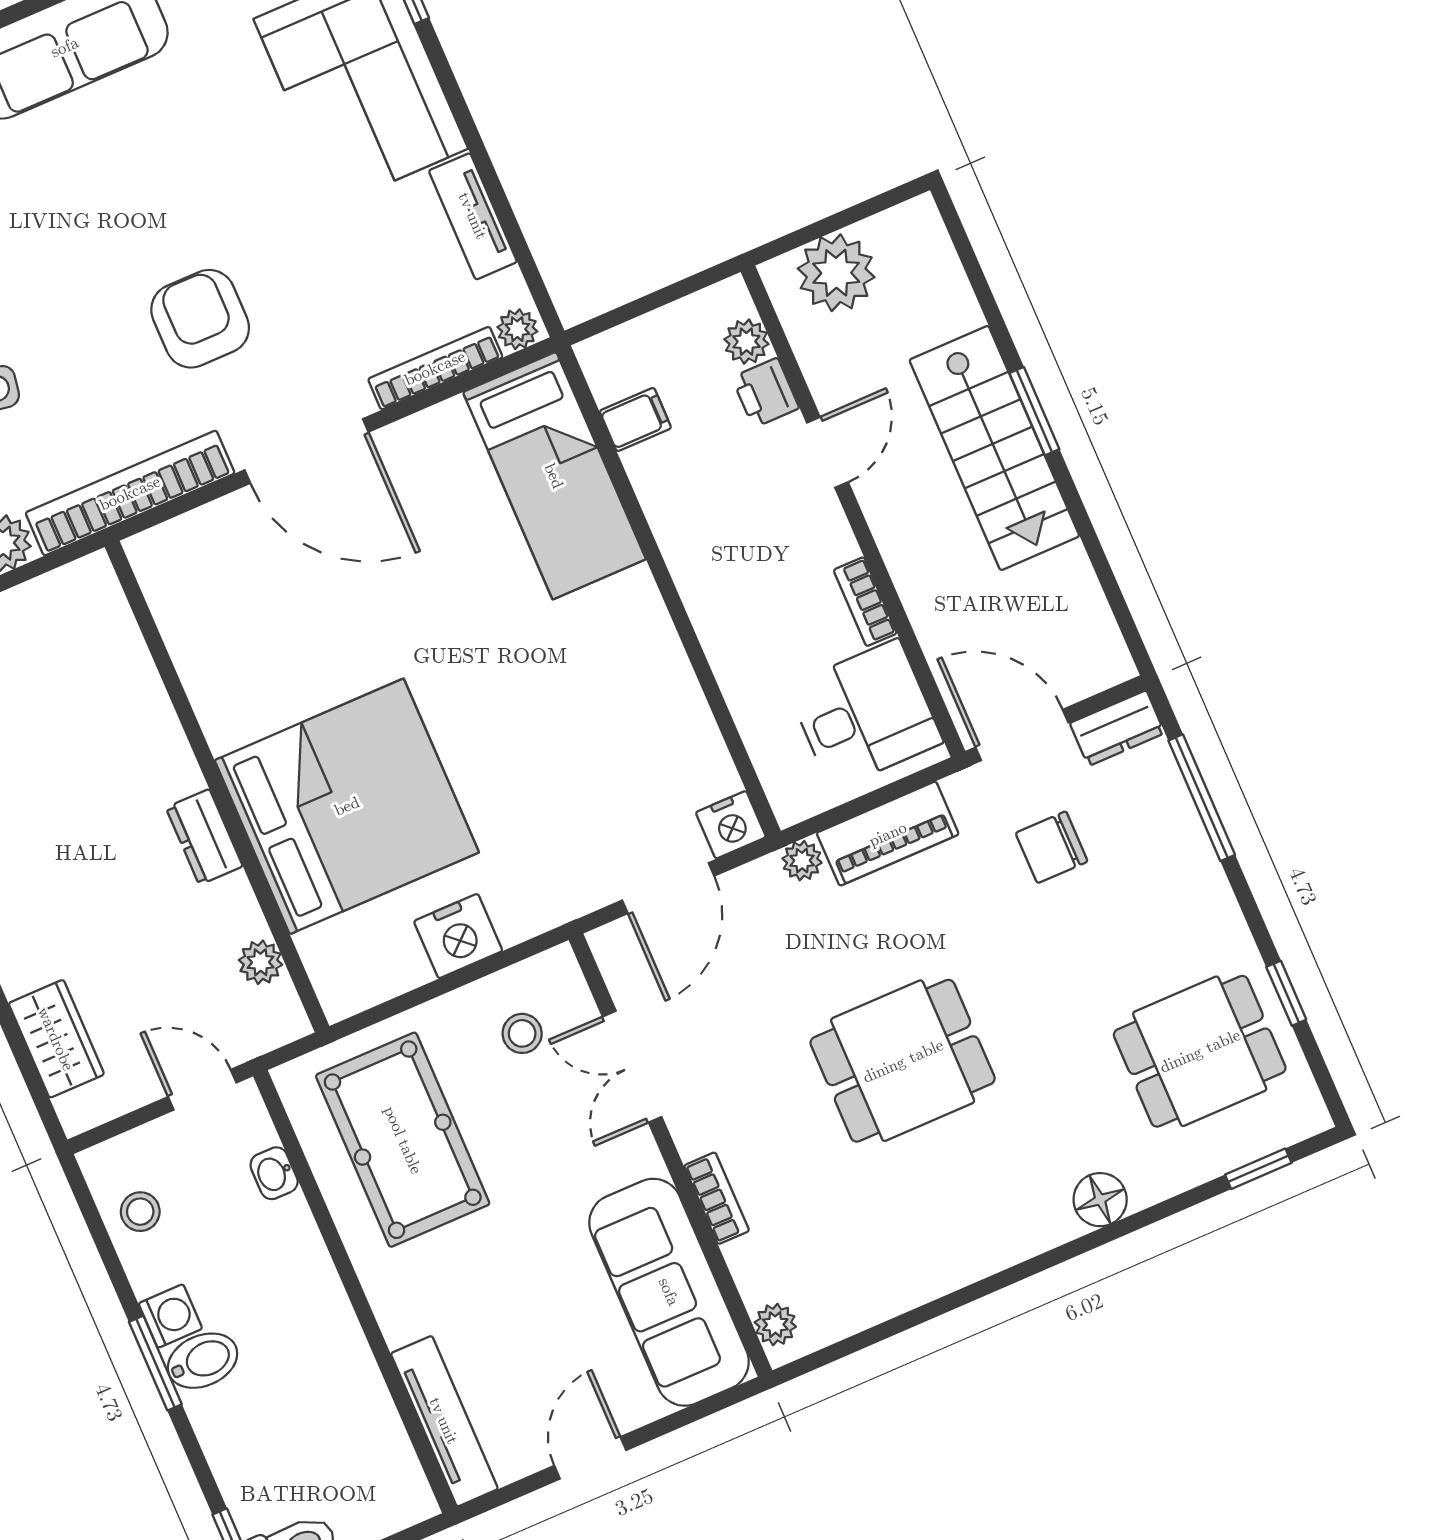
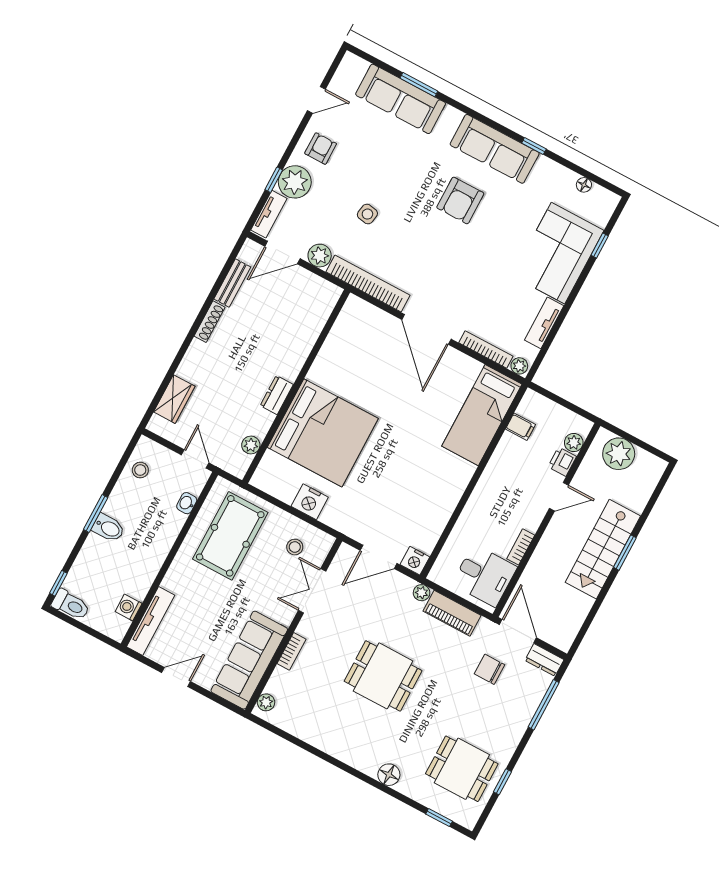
armchair: (200, 319) -> (460, 200), moved, turned 180
washing machine: (170, 1316) -> (129, 607), moved, turned 180

